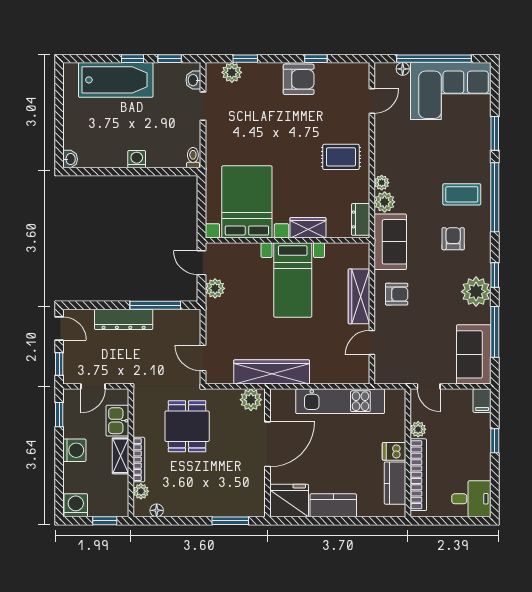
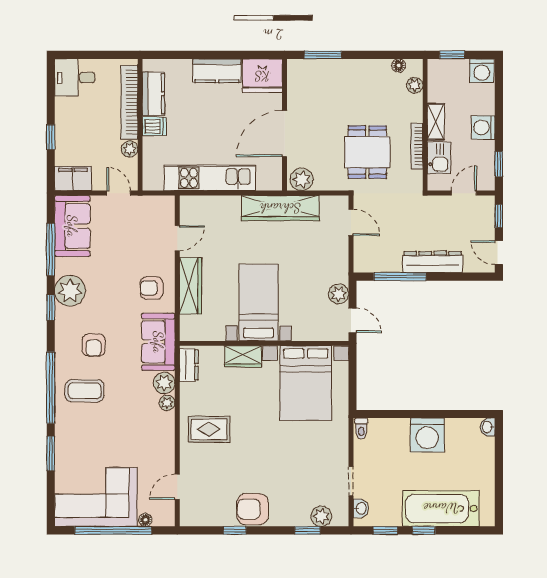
washing machine: (137, 159) -> (427, 435), width x1.89, depth x1.89
filing cabinet: (482, 401) -> (73, 178), width x2.00
bookcase: (139, 460) -> (417, 146), moved

